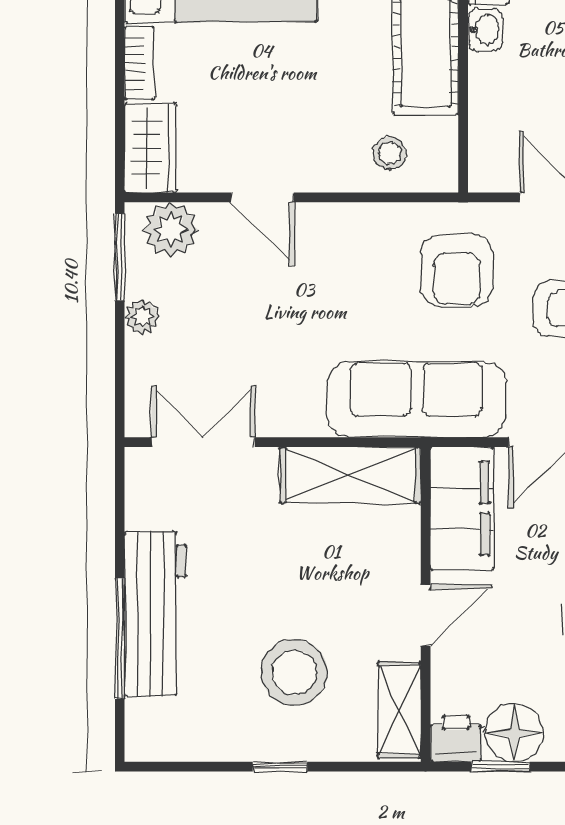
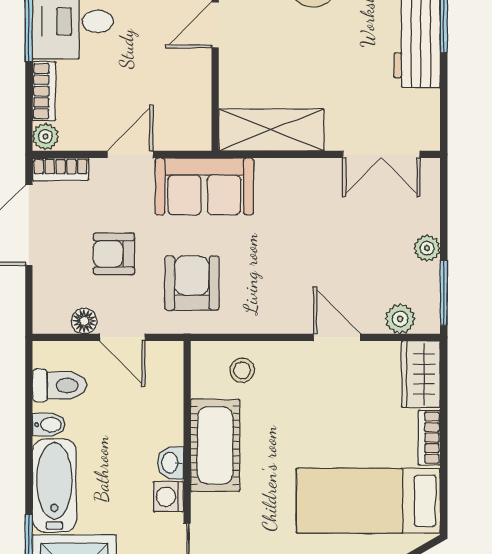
plant: (171, 230) -> (400, 319), width x0.73, depth x0.73
sofa: (416, 399) -> (204, 186), width x0.73
filing cabinet: (462, 508) -> (188, 105), removed

